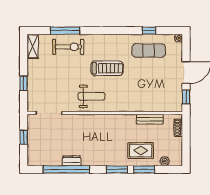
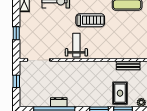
weight bench: (91, 96) -> (76, 45), turned -90
rug: (141, 151) -> (120, 93), turned 90

